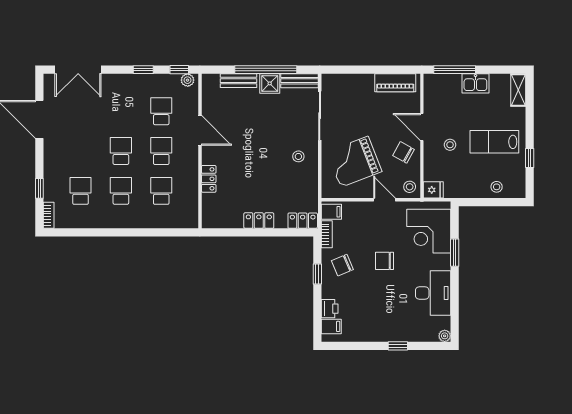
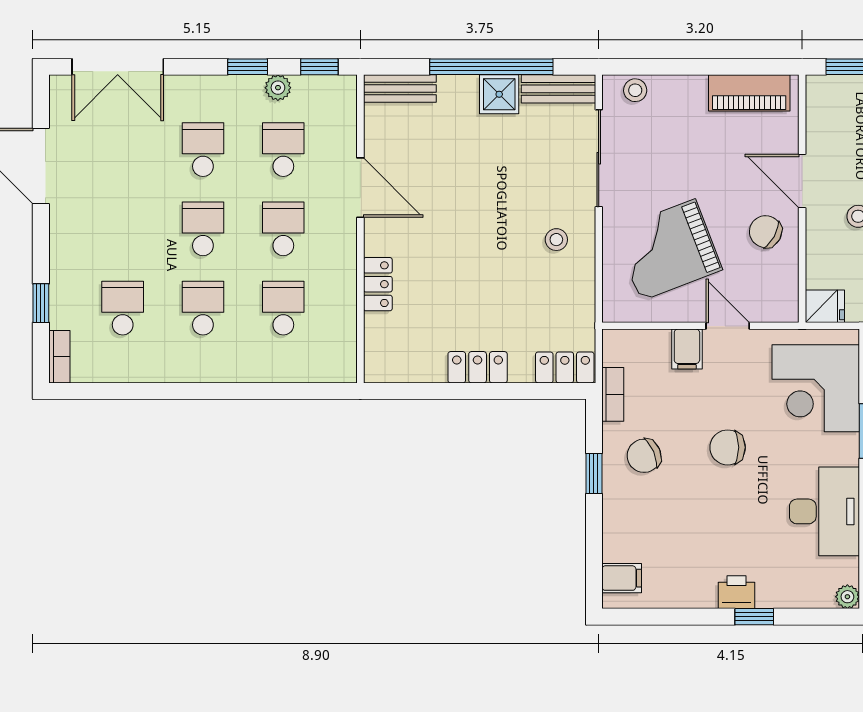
plant: (188, 80) -> (278, 88), moved
bench: (239, 81) -> (400, 89), moved
school desk: (121, 111) -> (203, 150), added
stool: (410, 187) -> (635, 90), moved
filing cabinet: (331, 212) -> (687, 349), moved, turned 90
printer: (330, 309) -> (736, 592), moved, turned -90

